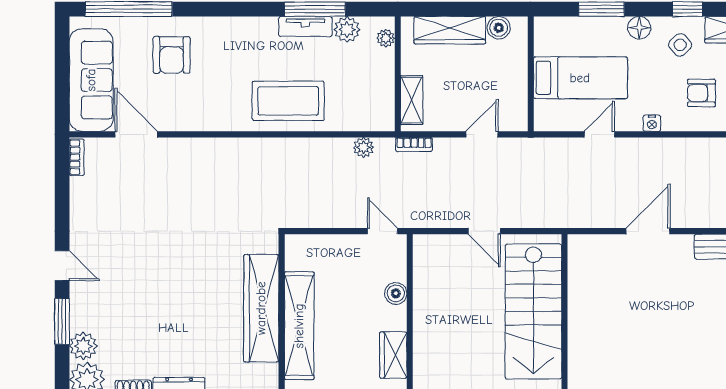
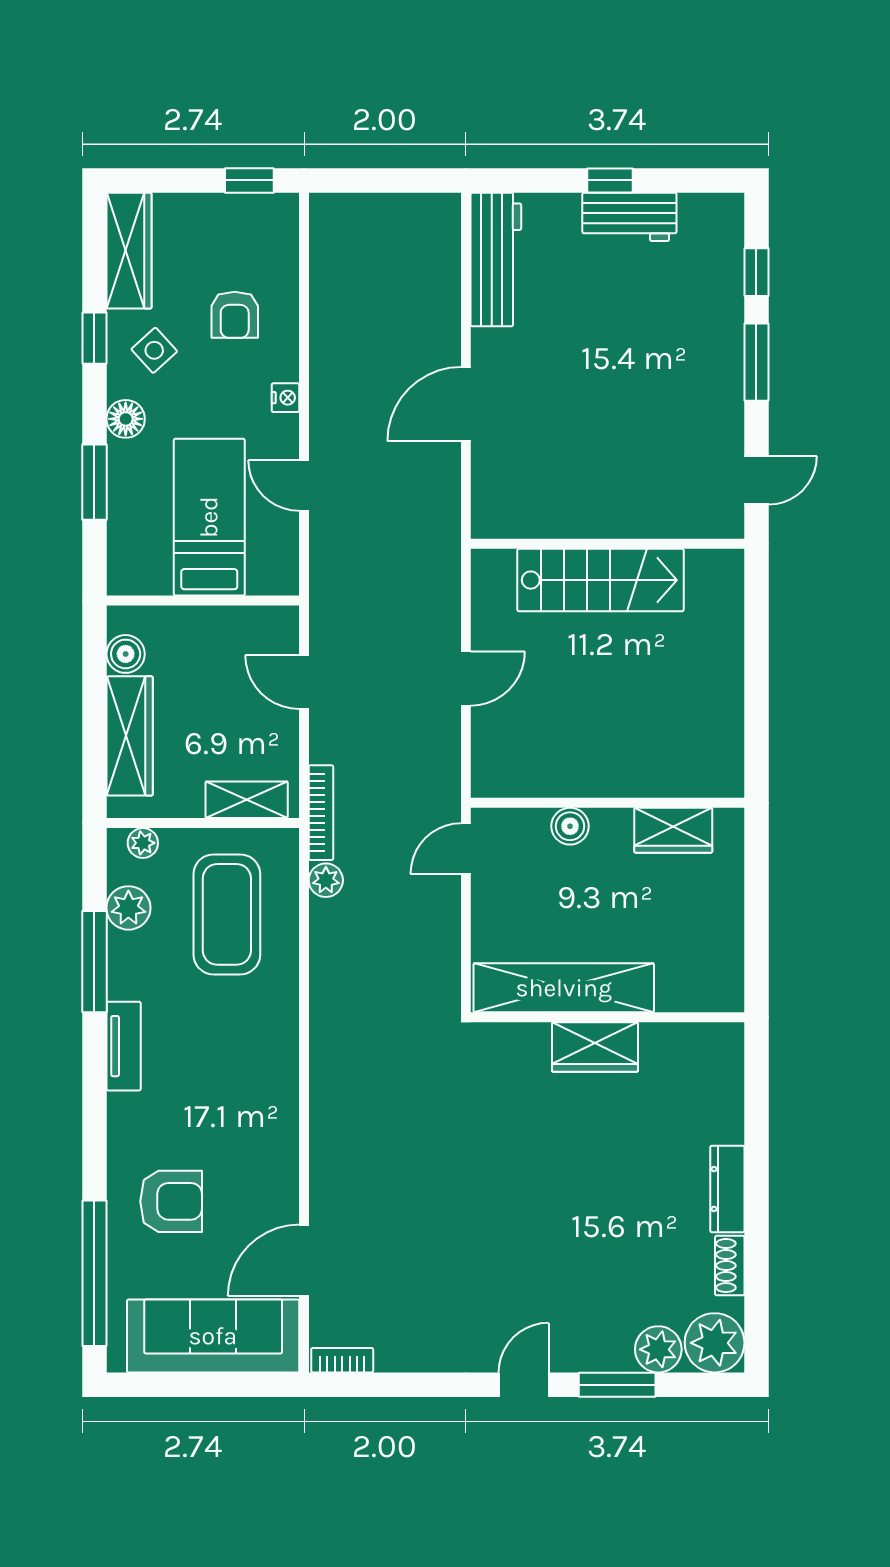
tv unit: (305, 27) -> (124, 1046), moved
coffee table: (288, 101) -> (227, 914), moved
bookcase: (414, 145) -> (321, 813), width x1.56
door: (648, 231) -> (466, 404), hinge flipped
wardrobe: (261, 308) -> (595, 1047), width x0.48, depth x0.85
stairs: (533, 312) -> (600, 580), width x0.73, depth x0.66
shelving: (299, 326) -> (564, 988), moved

